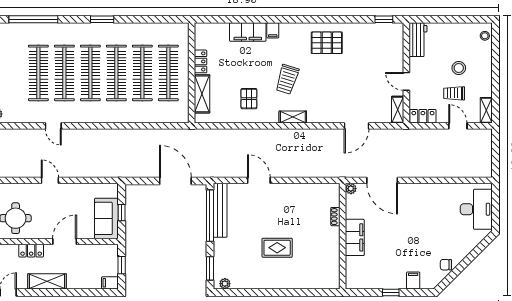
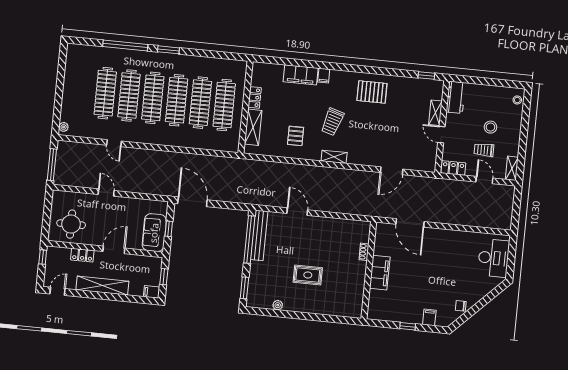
window: (33, 19) -> (125, 45), moved
shelving: (398, 110) -> (435, 113), moved
door: (175, 181) -> (192, 202), moved
plant: (351, 189) -> (381, 228), removed
shelving: (47, 281) -> (102, 286), width x1.47
plant: (225, 284) -> (278, 305), moved

